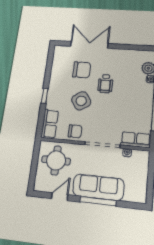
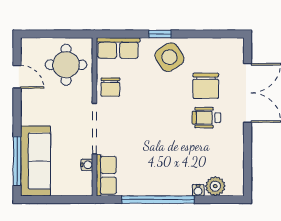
wheelchair: (105, 84) -> (206, 118), moved
side table: (81, 101) -> (169, 57), moved
sofa: (98, 187) -> (36, 161), moved
window: (98, 201) -> (17, 161), moved

